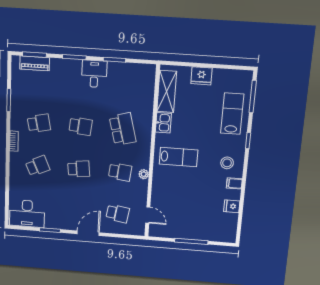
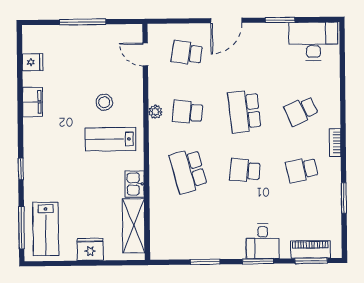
desk: (94, 74) -> (263, 241), moved
lab bench: (232, 114) -> (46, 229), moved
stool: (227, 163) -> (104, 102), moved
school desk: (79, 169) -> (244, 111), width x1.85
filing cabinet: (234, 183) -> (33, 102), width x2.00
fridge: (232, 206) -> (32, 62), moved

